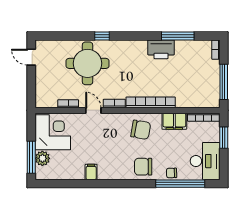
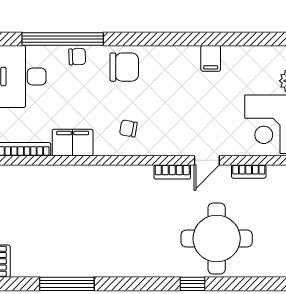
printer: (161, 49) -> (95, 262), removed
bookcase: (151, 102) -> (112, 174), removed
door: (93, 110) -> (207, 160), hinge flipped
chair: (141, 130) -> (128, 128), width x0.54, depth x0.54

